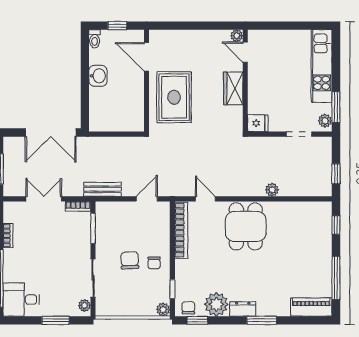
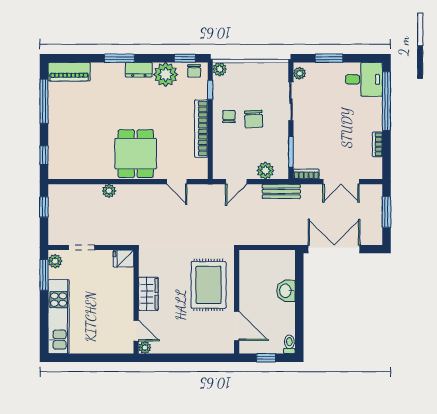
washbasin: (98, 76) -> (286, 291), moved
plant: (118, 210) -> (265, 171), added
bookcase: (181, 230) -> (201, 129), moved

